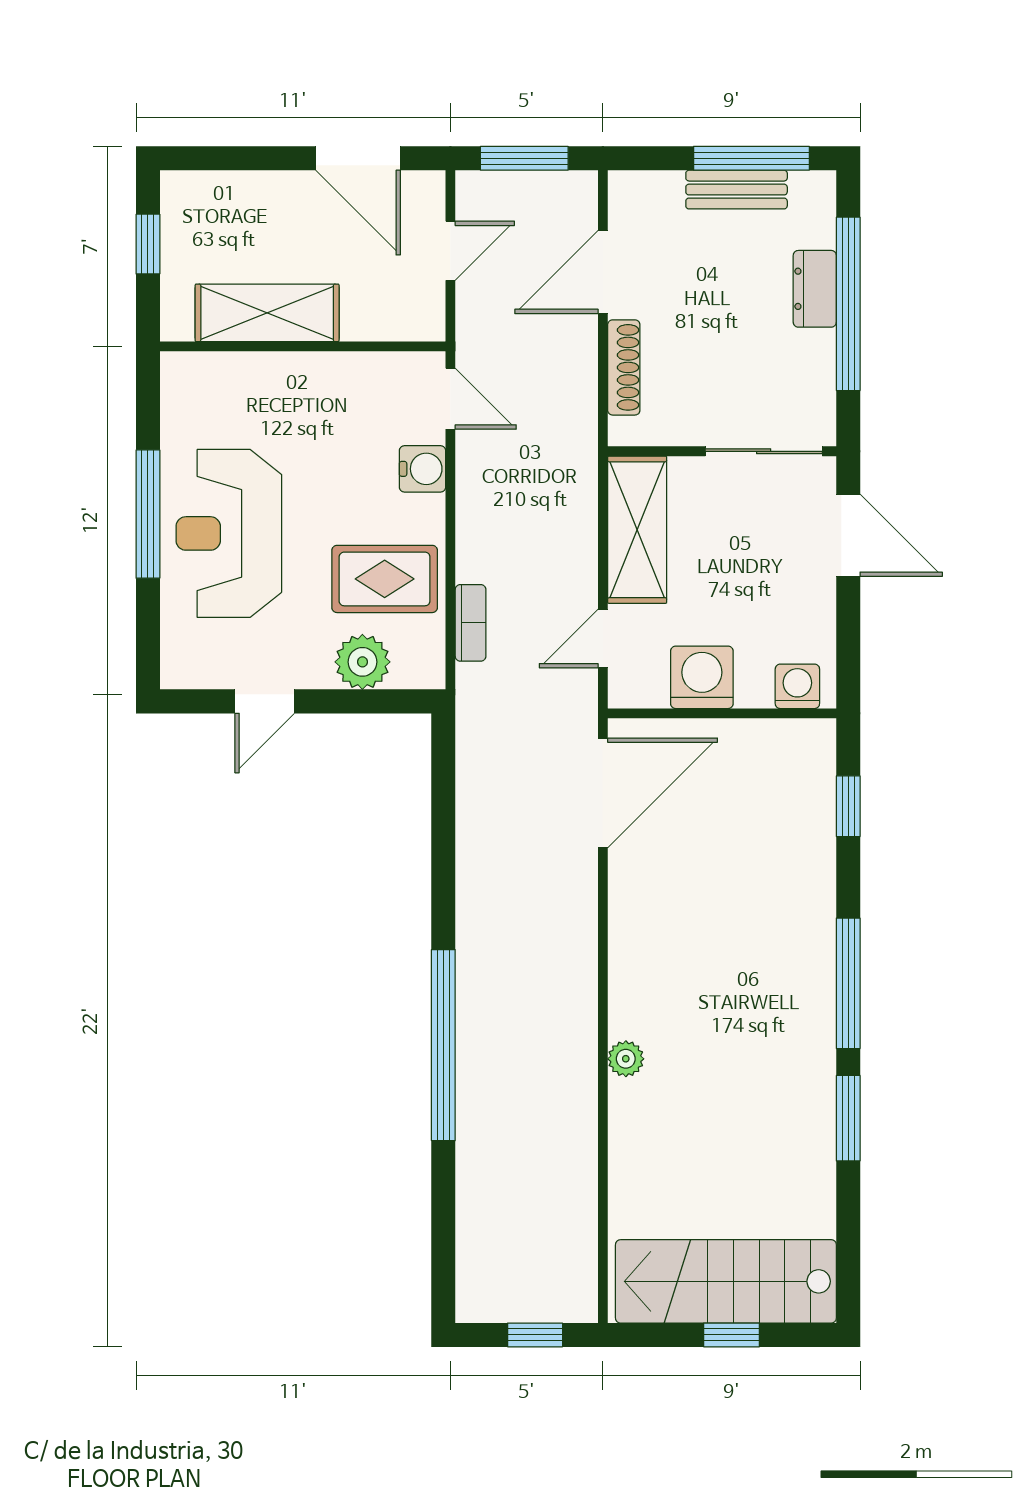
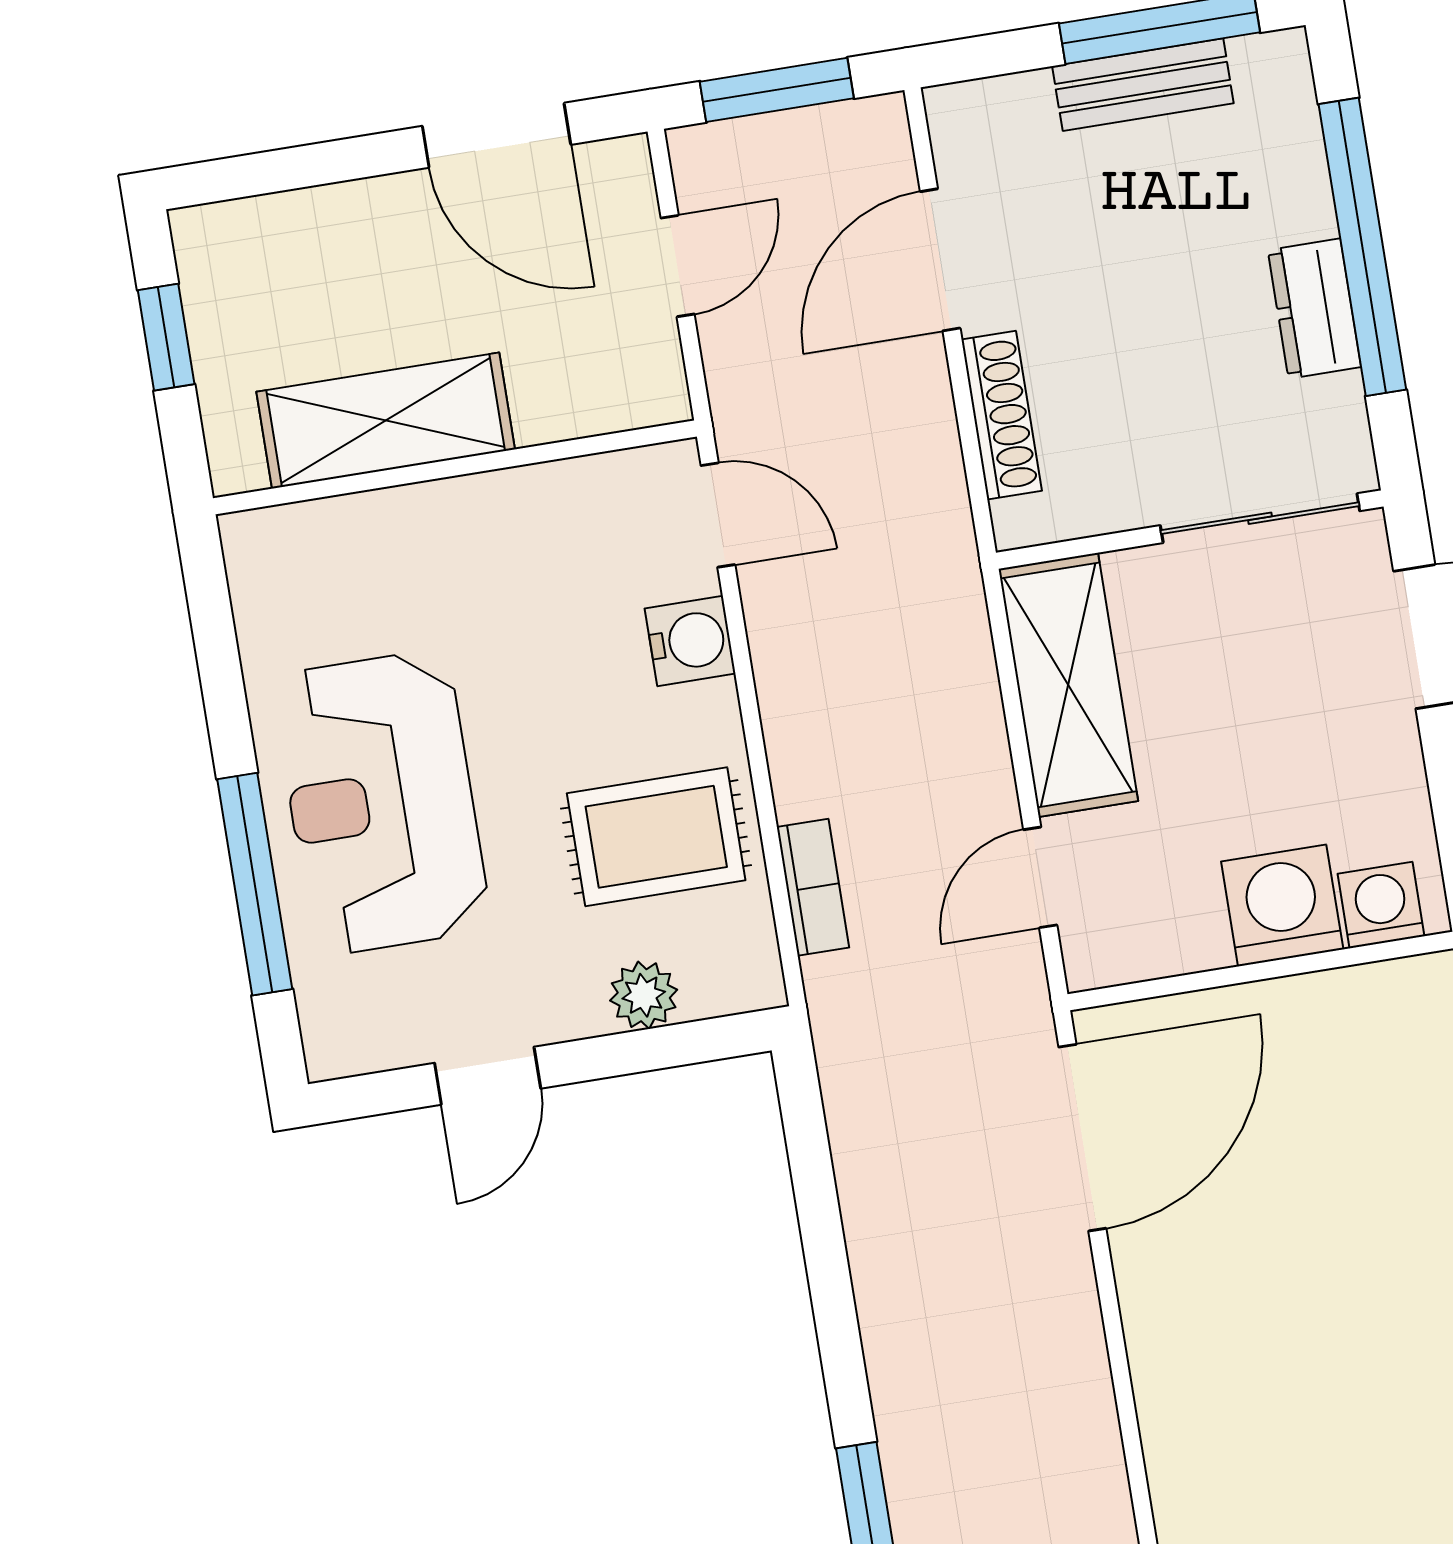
dresser: (815, 289) -> (1314, 309), moved
window: (148, 514) -> (255, 884), moved
plant: (362, 662) -> (644, 995), width x0.73, depth x0.73
washing machine: (702, 677) -> (1282, 905), moved

